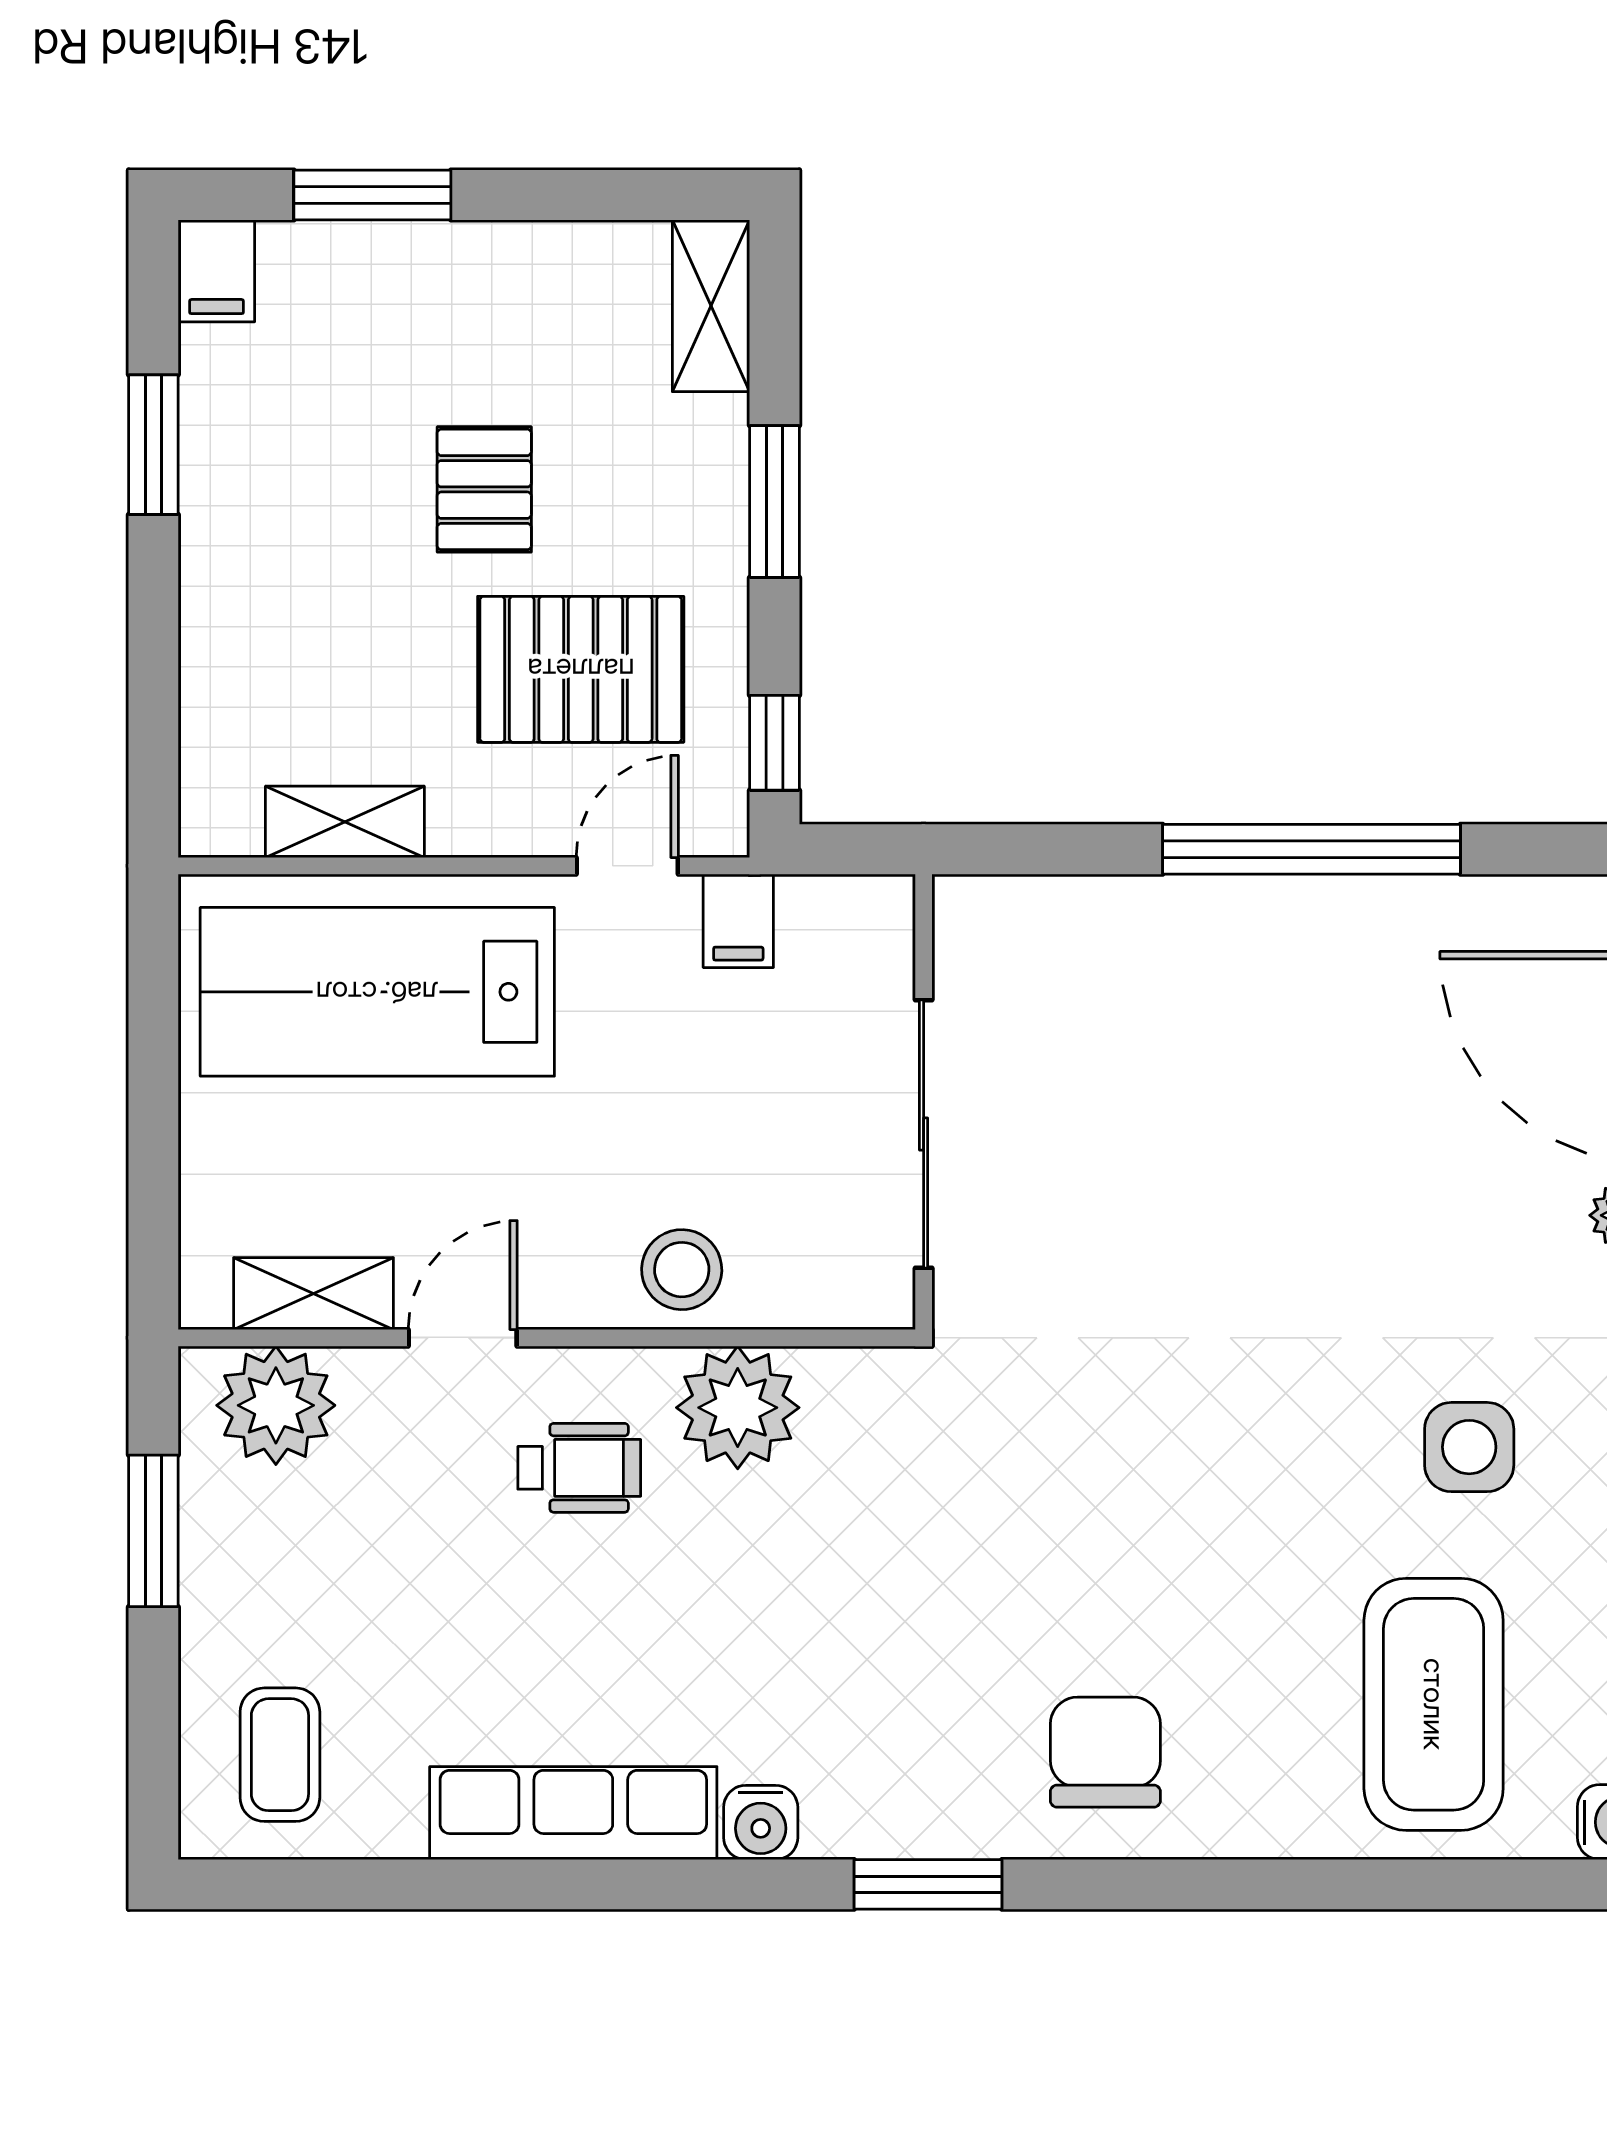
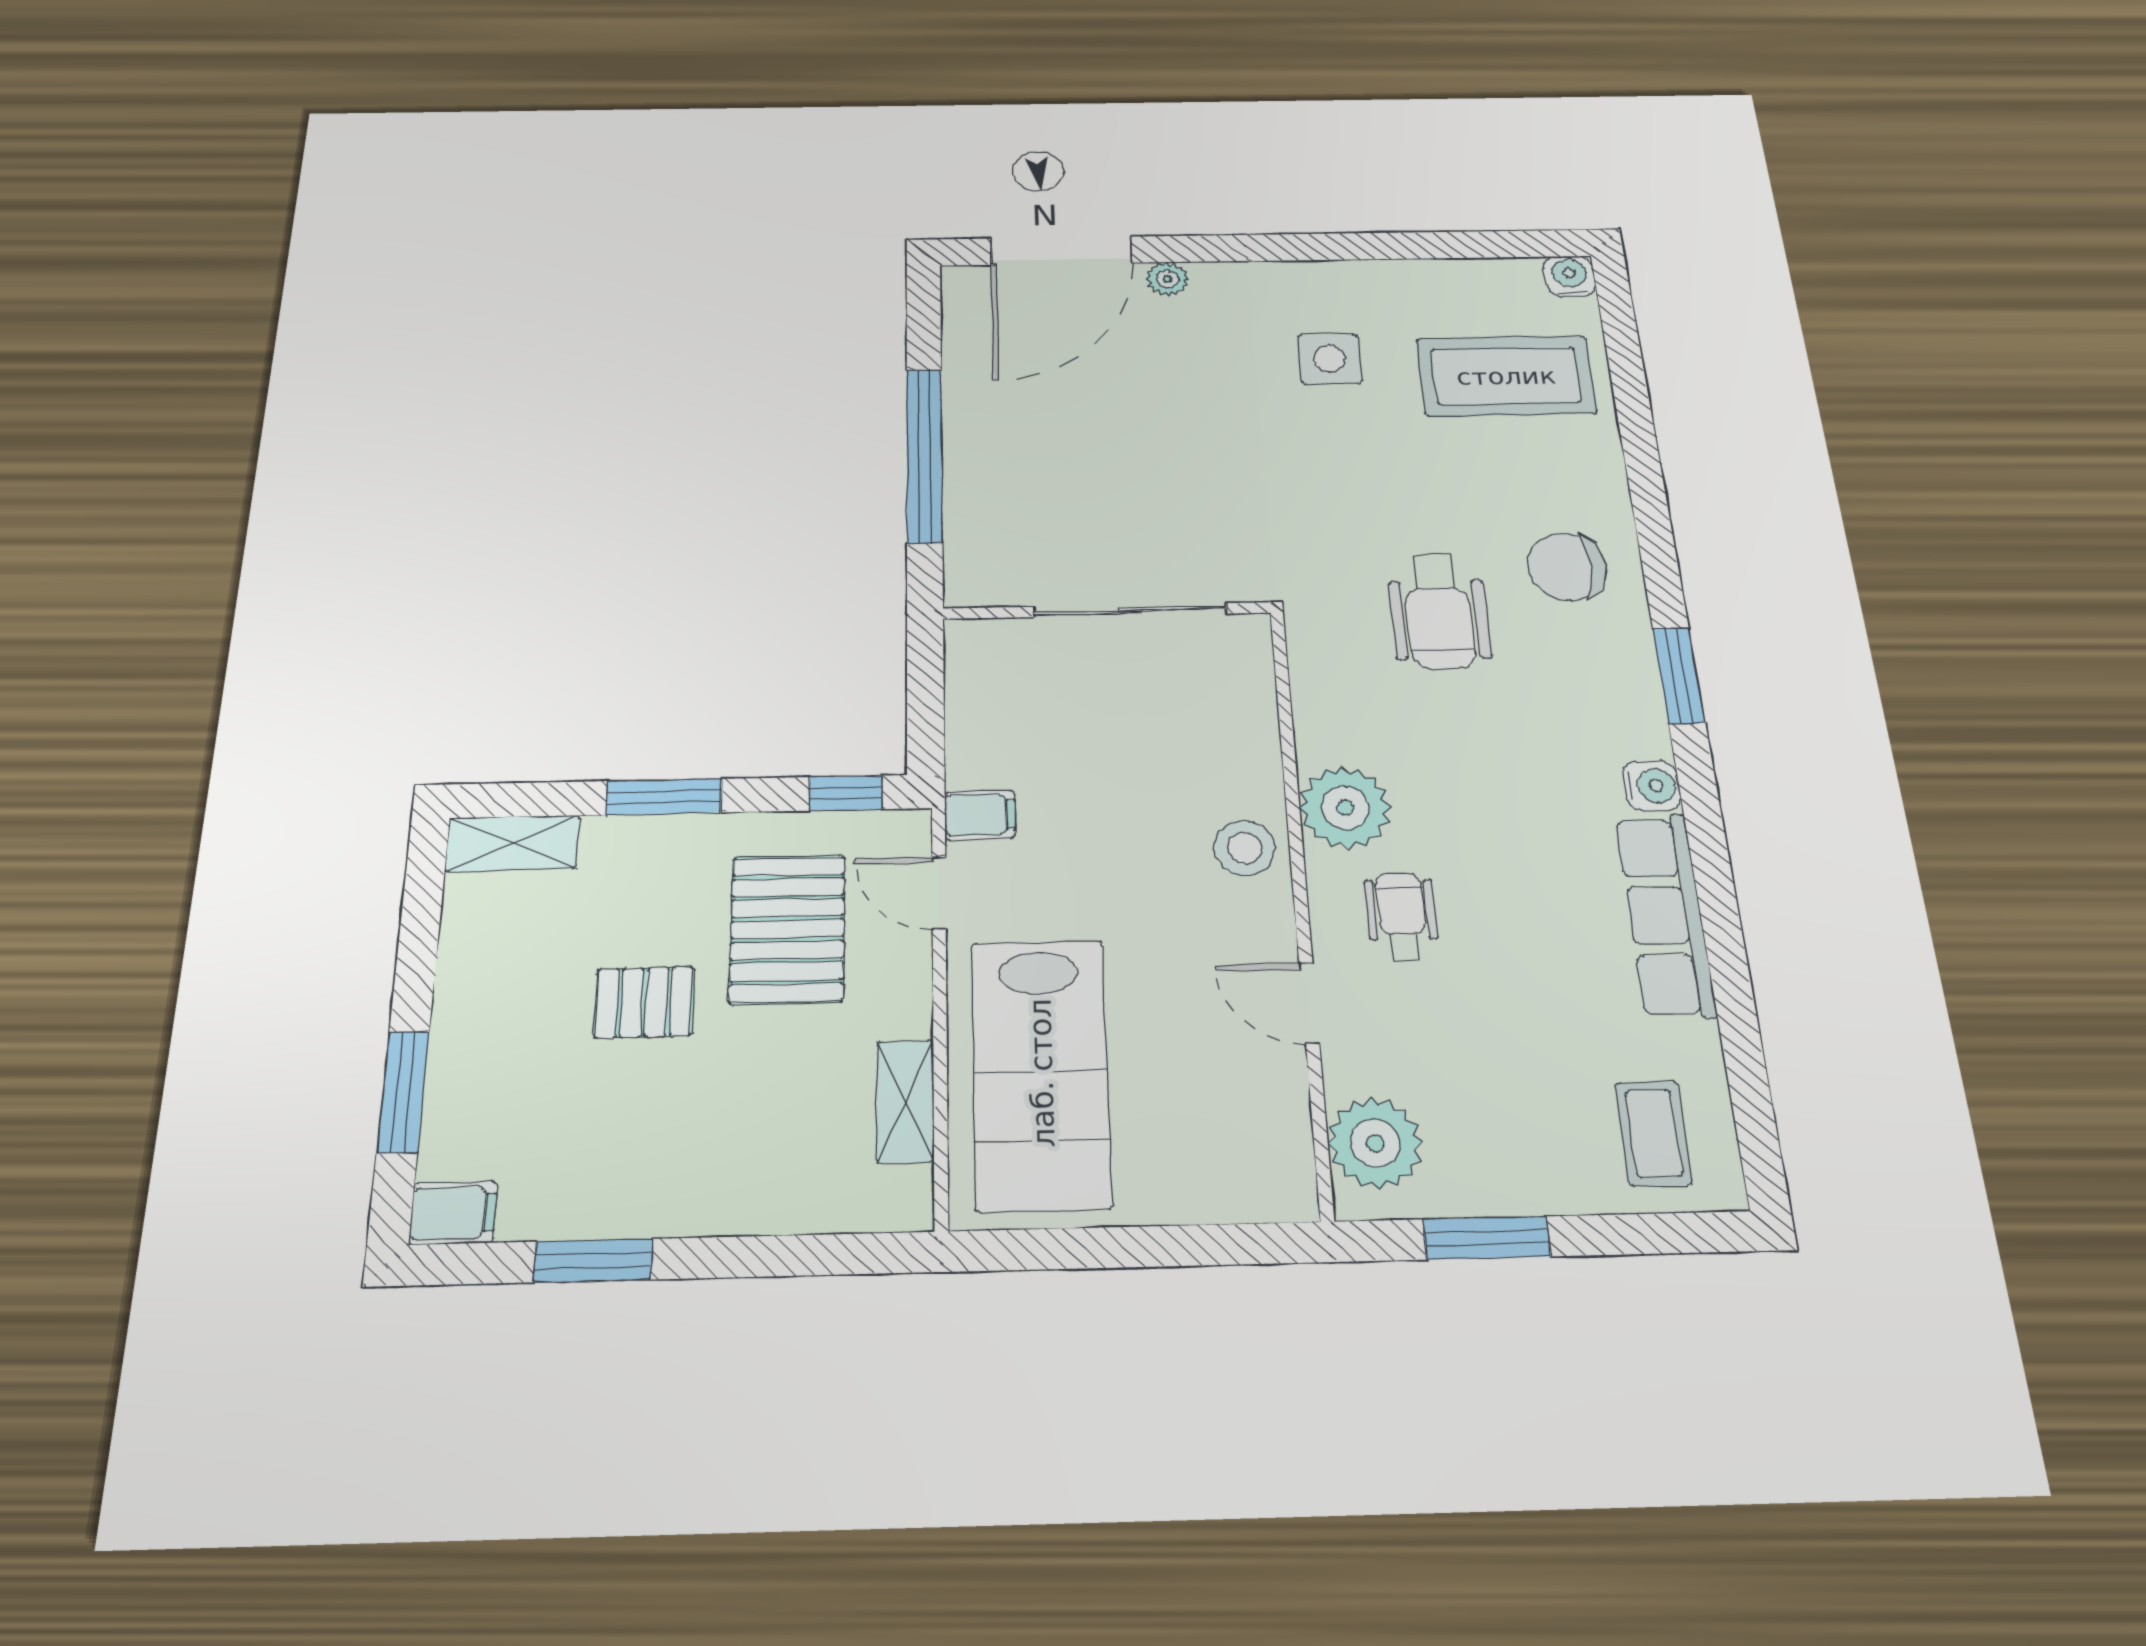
wall: (924, 1102) -> (1107, 611), moved
sliding door: (924, 1134) -> (1130, 610), moved
shelving: (314, 1294) -> (1283, 1116), removed
wheelchair: (1038, 1564) -> (1439, 611), added
coffee table: (280, 1755) -> (1654, 1133), turned 90

